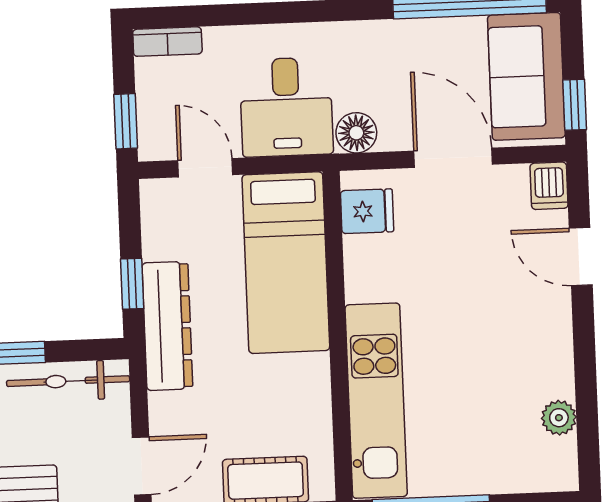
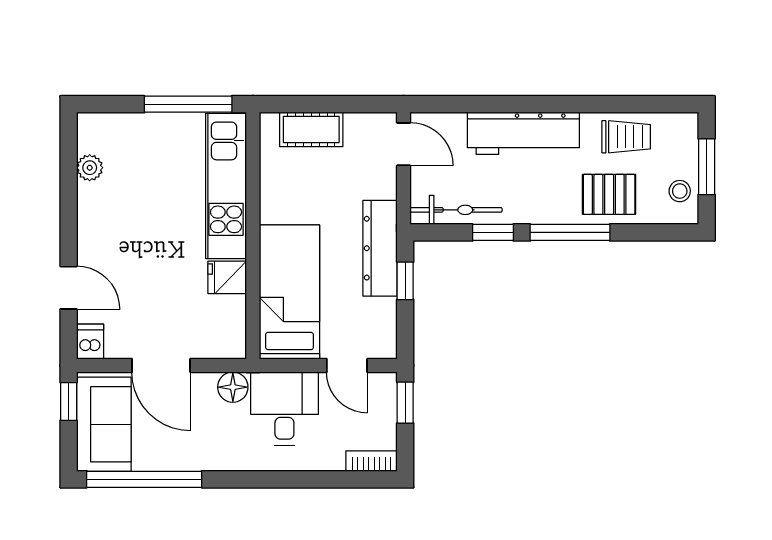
fridge: (367, 211) -> (227, 277), moved
door: (142, 466) -> (404, 144), swing flipped

